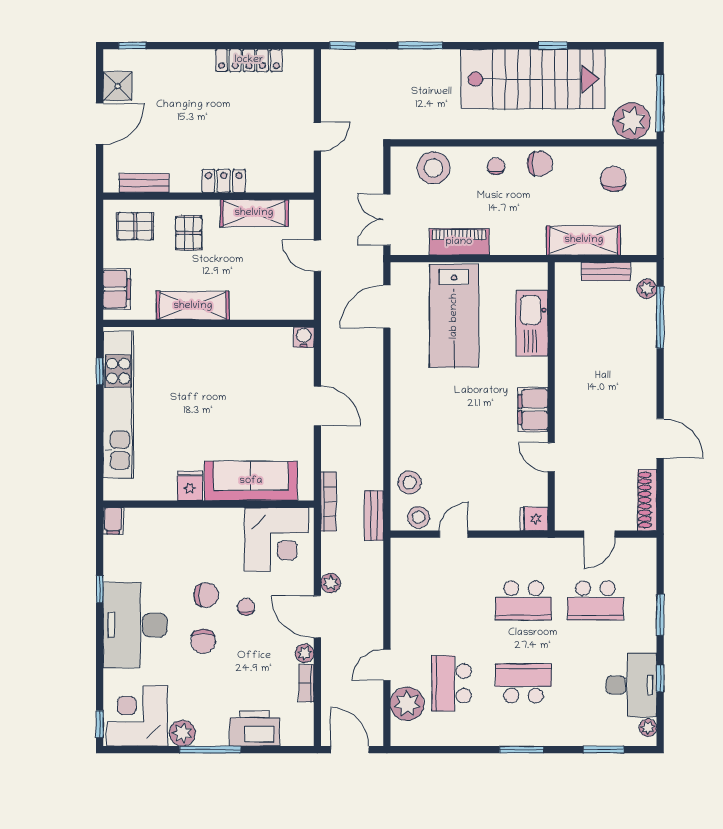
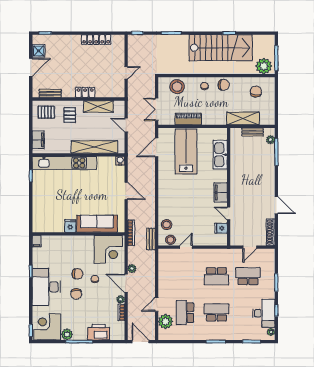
shelving: (193, 306) -> (94, 147), moved, width x1.47
lab bench: (454, 316) -> (186, 151), turned 180
kitchen unit: (118, 405) -> (64, 163), moved, turned 90
fridge: (534, 519) -> (221, 228), moved
school desk: (595, 600) -> (248, 276), turned 180

